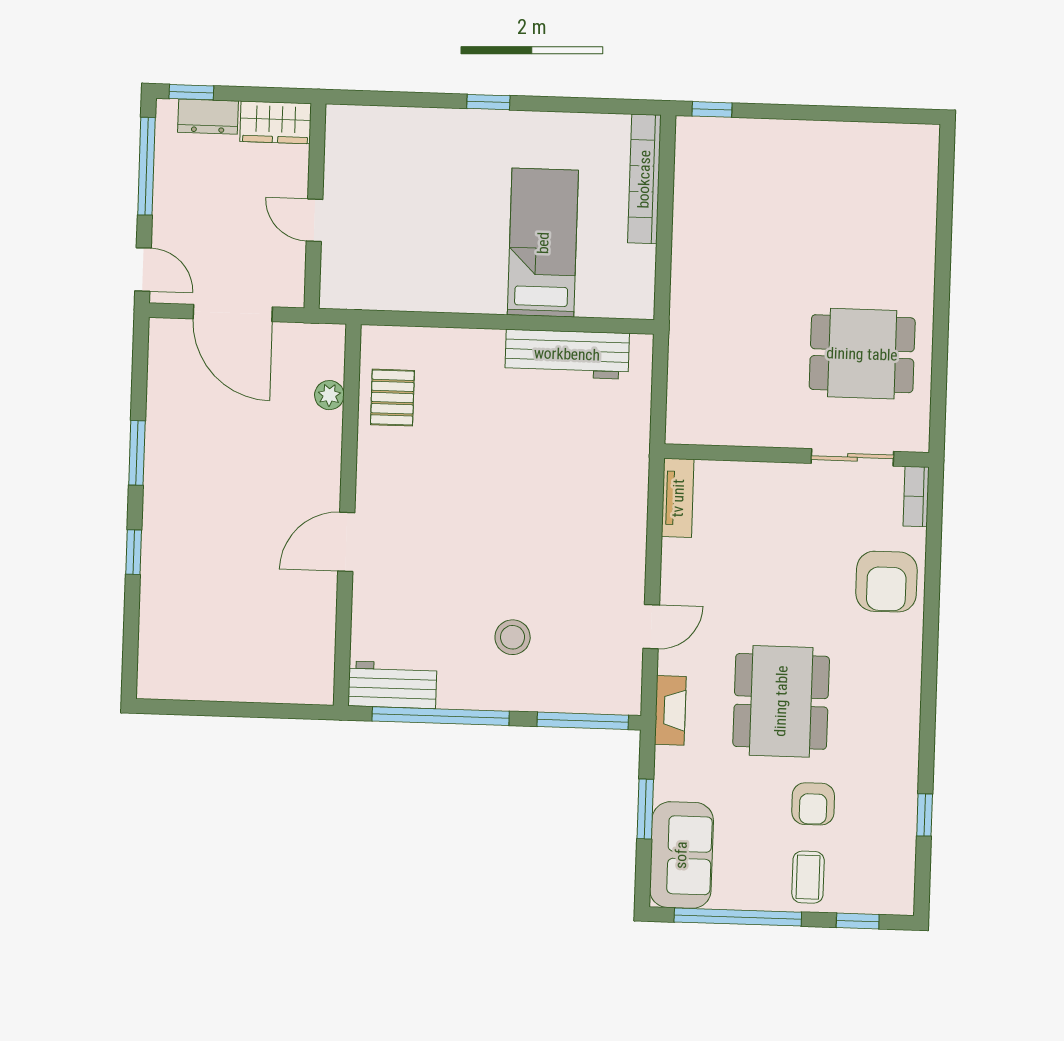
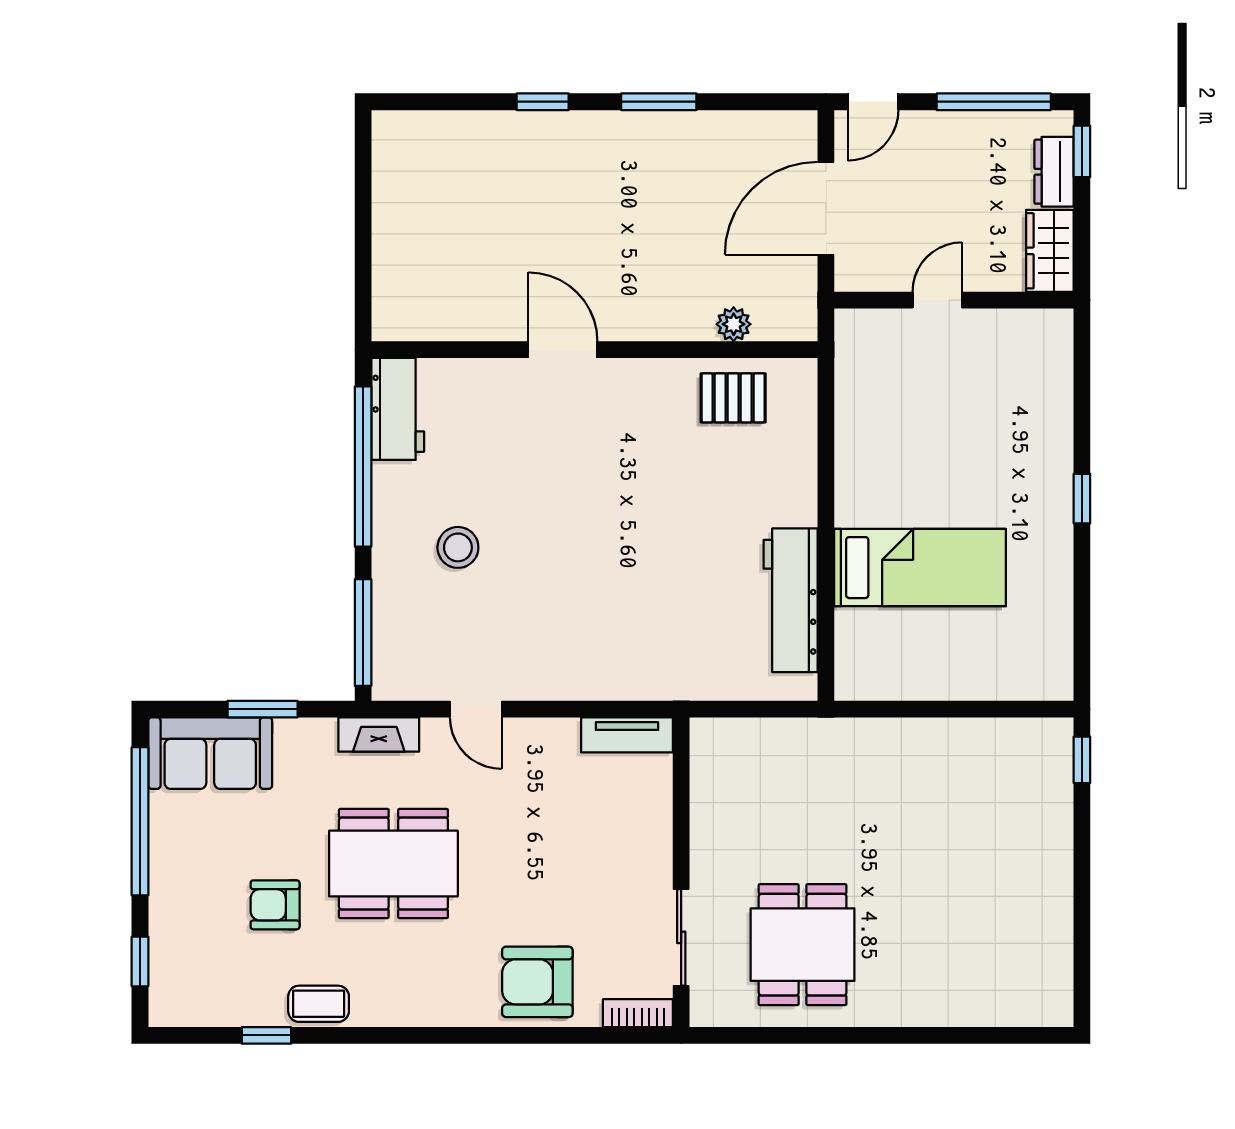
bookcase: (644, 179) -> (998, 684), removed
coffee table: (808, 877) -> (319, 1004), moved

